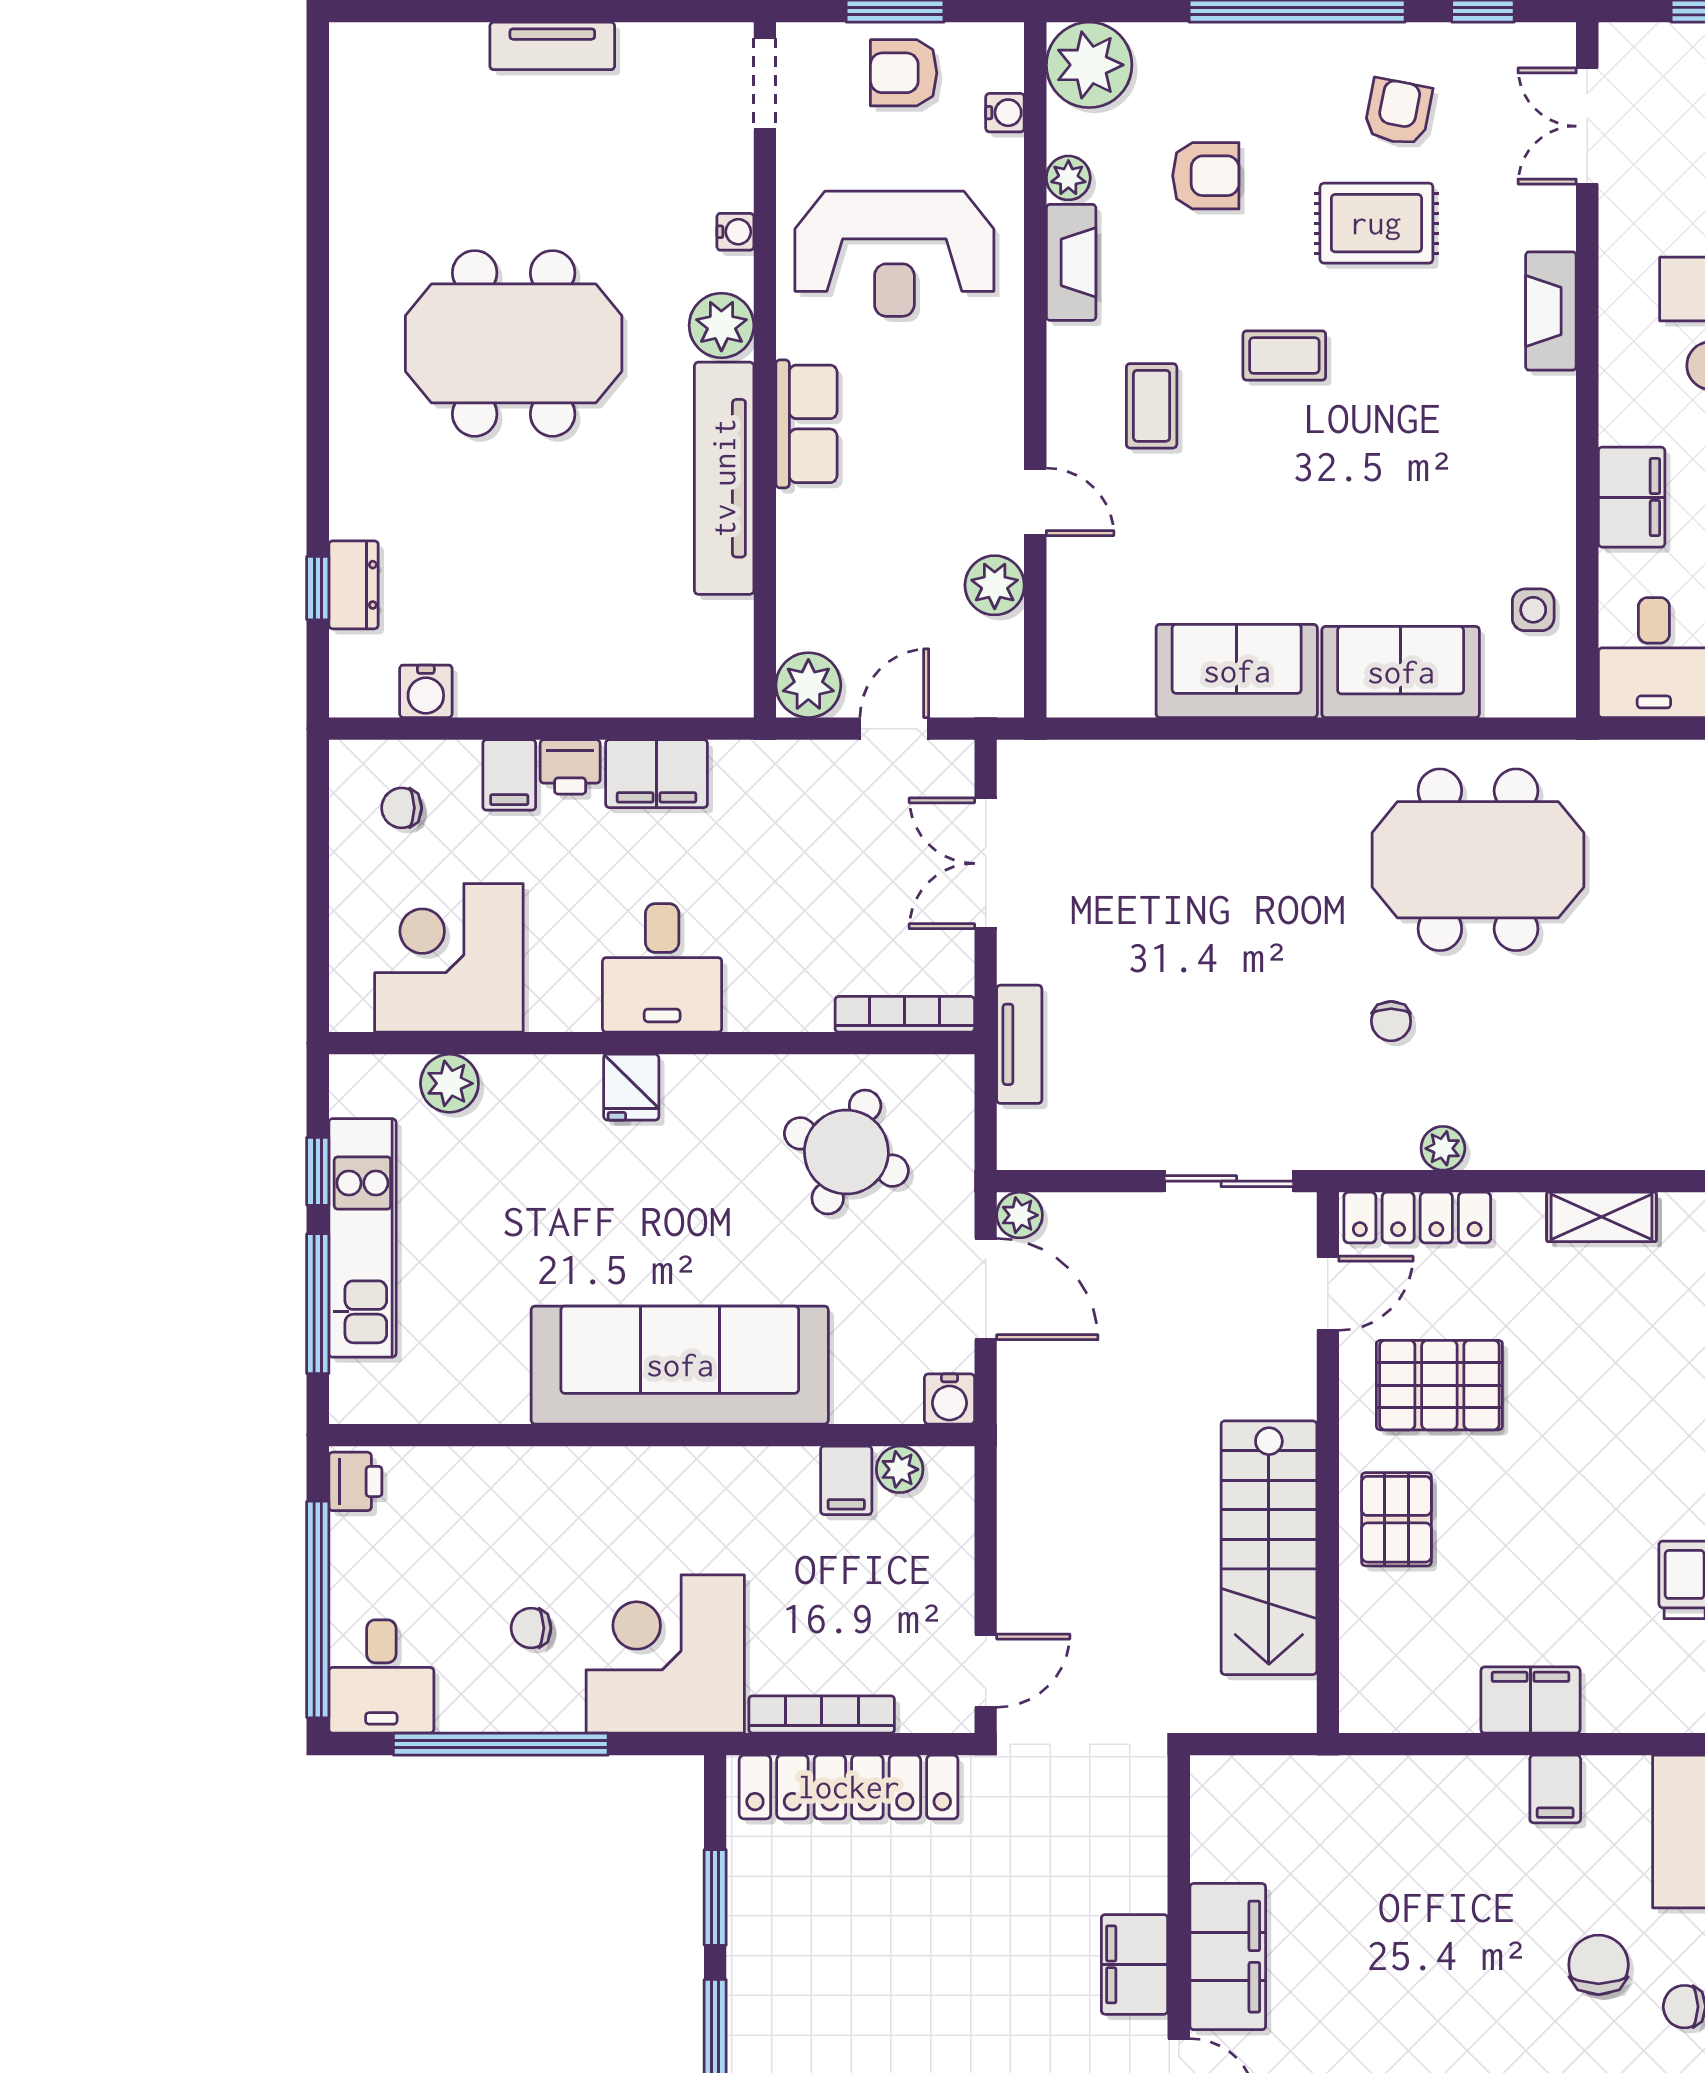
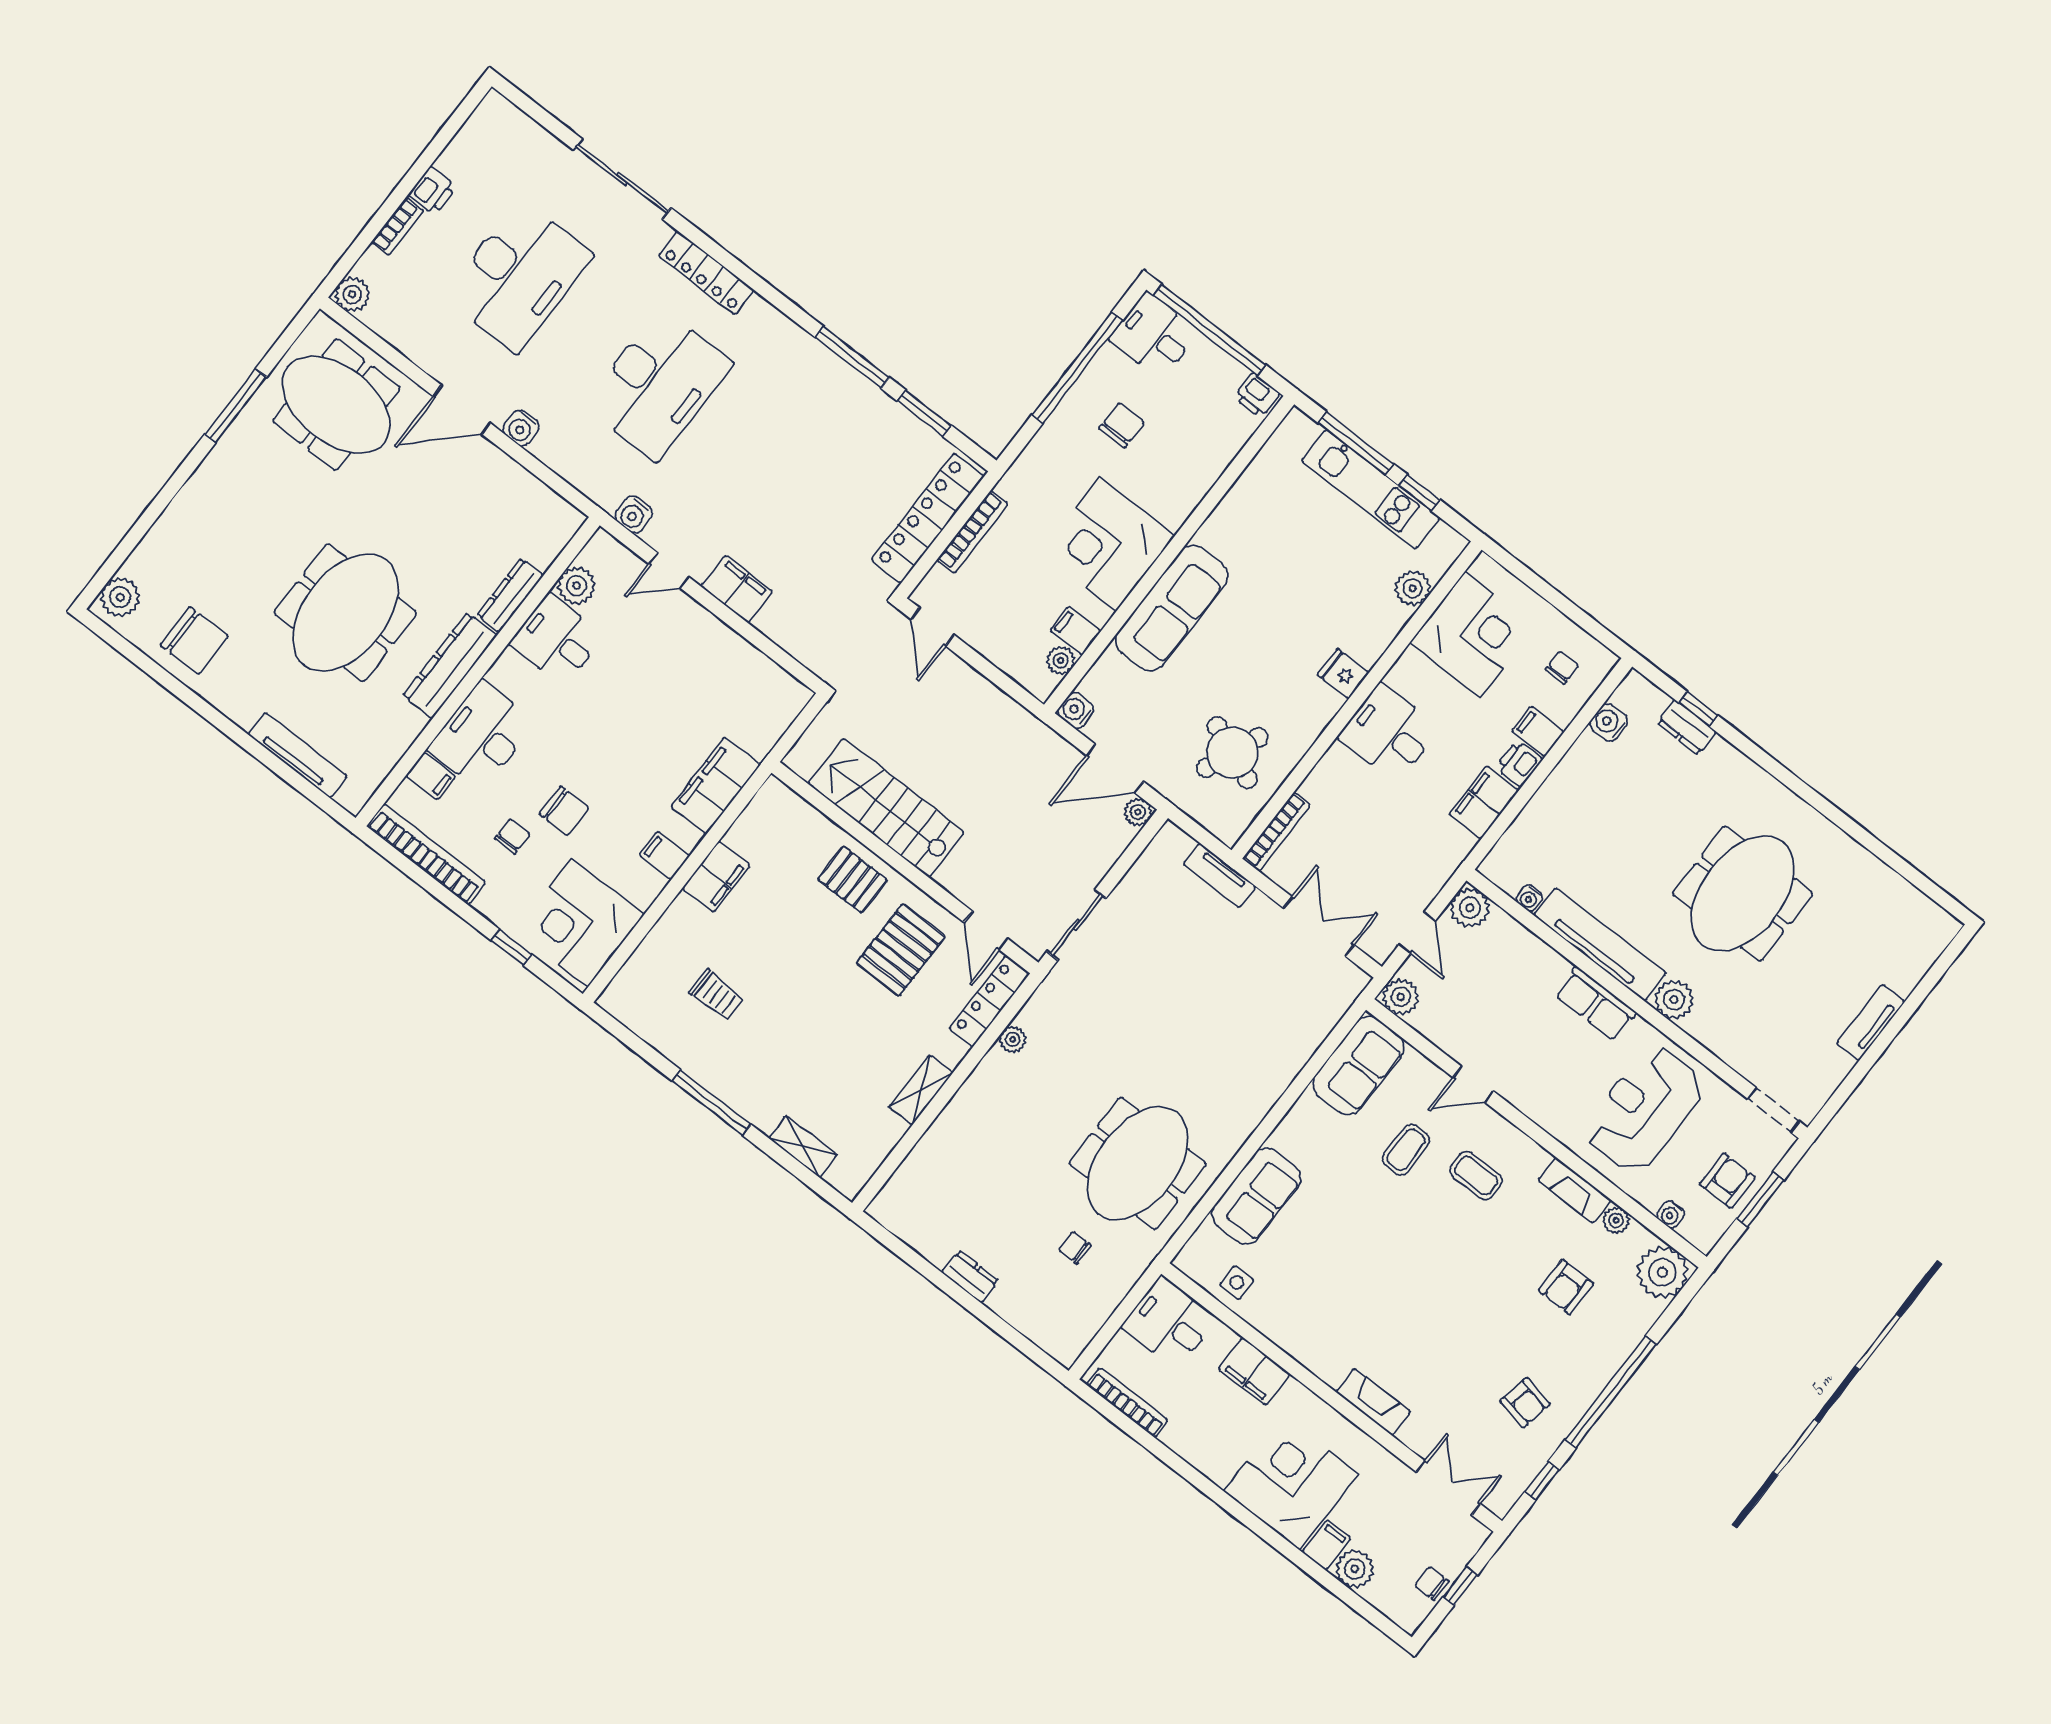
rug: (1376, 223) -> (1480, 1351), removed
water cooler: (735, 232) -> (1529, 898), moved
coffee table: (1284, 355) -> (1406, 1150), moved
plant: (995, 585) -> (1401, 997), moved
sofa: (1237, 671) -> (1358, 1066), moved
chair: (1391, 1021) -> (1075, 1248), moved
sofa: (680, 1365) -> (1172, 608), width x0.74, depth x0.79
chair: (531, 1628) -> (1122, 425), width x1.37, depth x1.37
corner desk: (665, 1654) -> (1108, 544), moved, turned 180
filing cabinet: (1228, 1957) -> (715, 786), moved, turned 90

